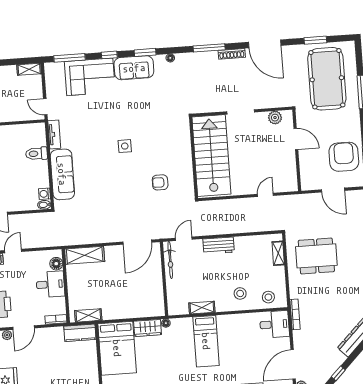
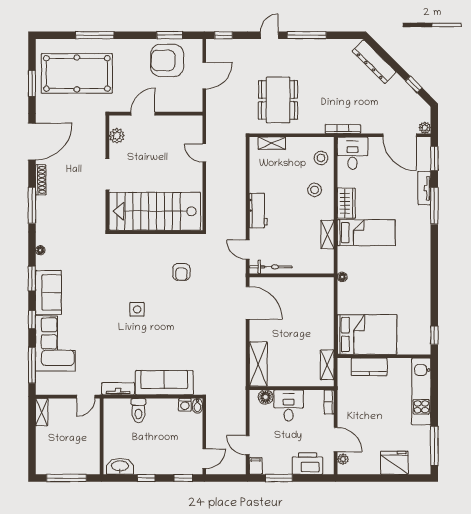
wardrobe: (148, 328) -> (346, 203), moved
kitchen counter: (80, 333) -> (369, 367), moved, turned 90

